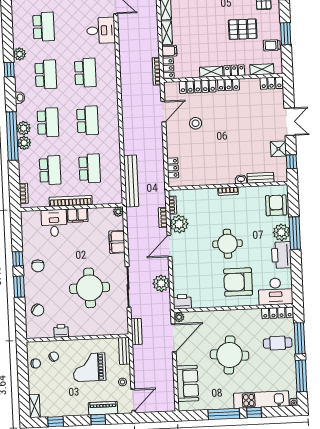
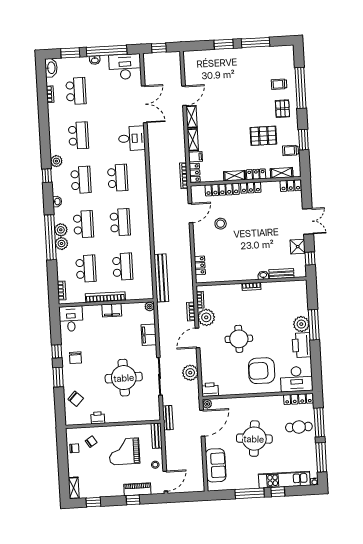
armchair: (276, 205) -> (296, 299), removed
desk: (54, 223) -> (71, 319), moved
round table: (227, 244) -> (239, 339), moved

